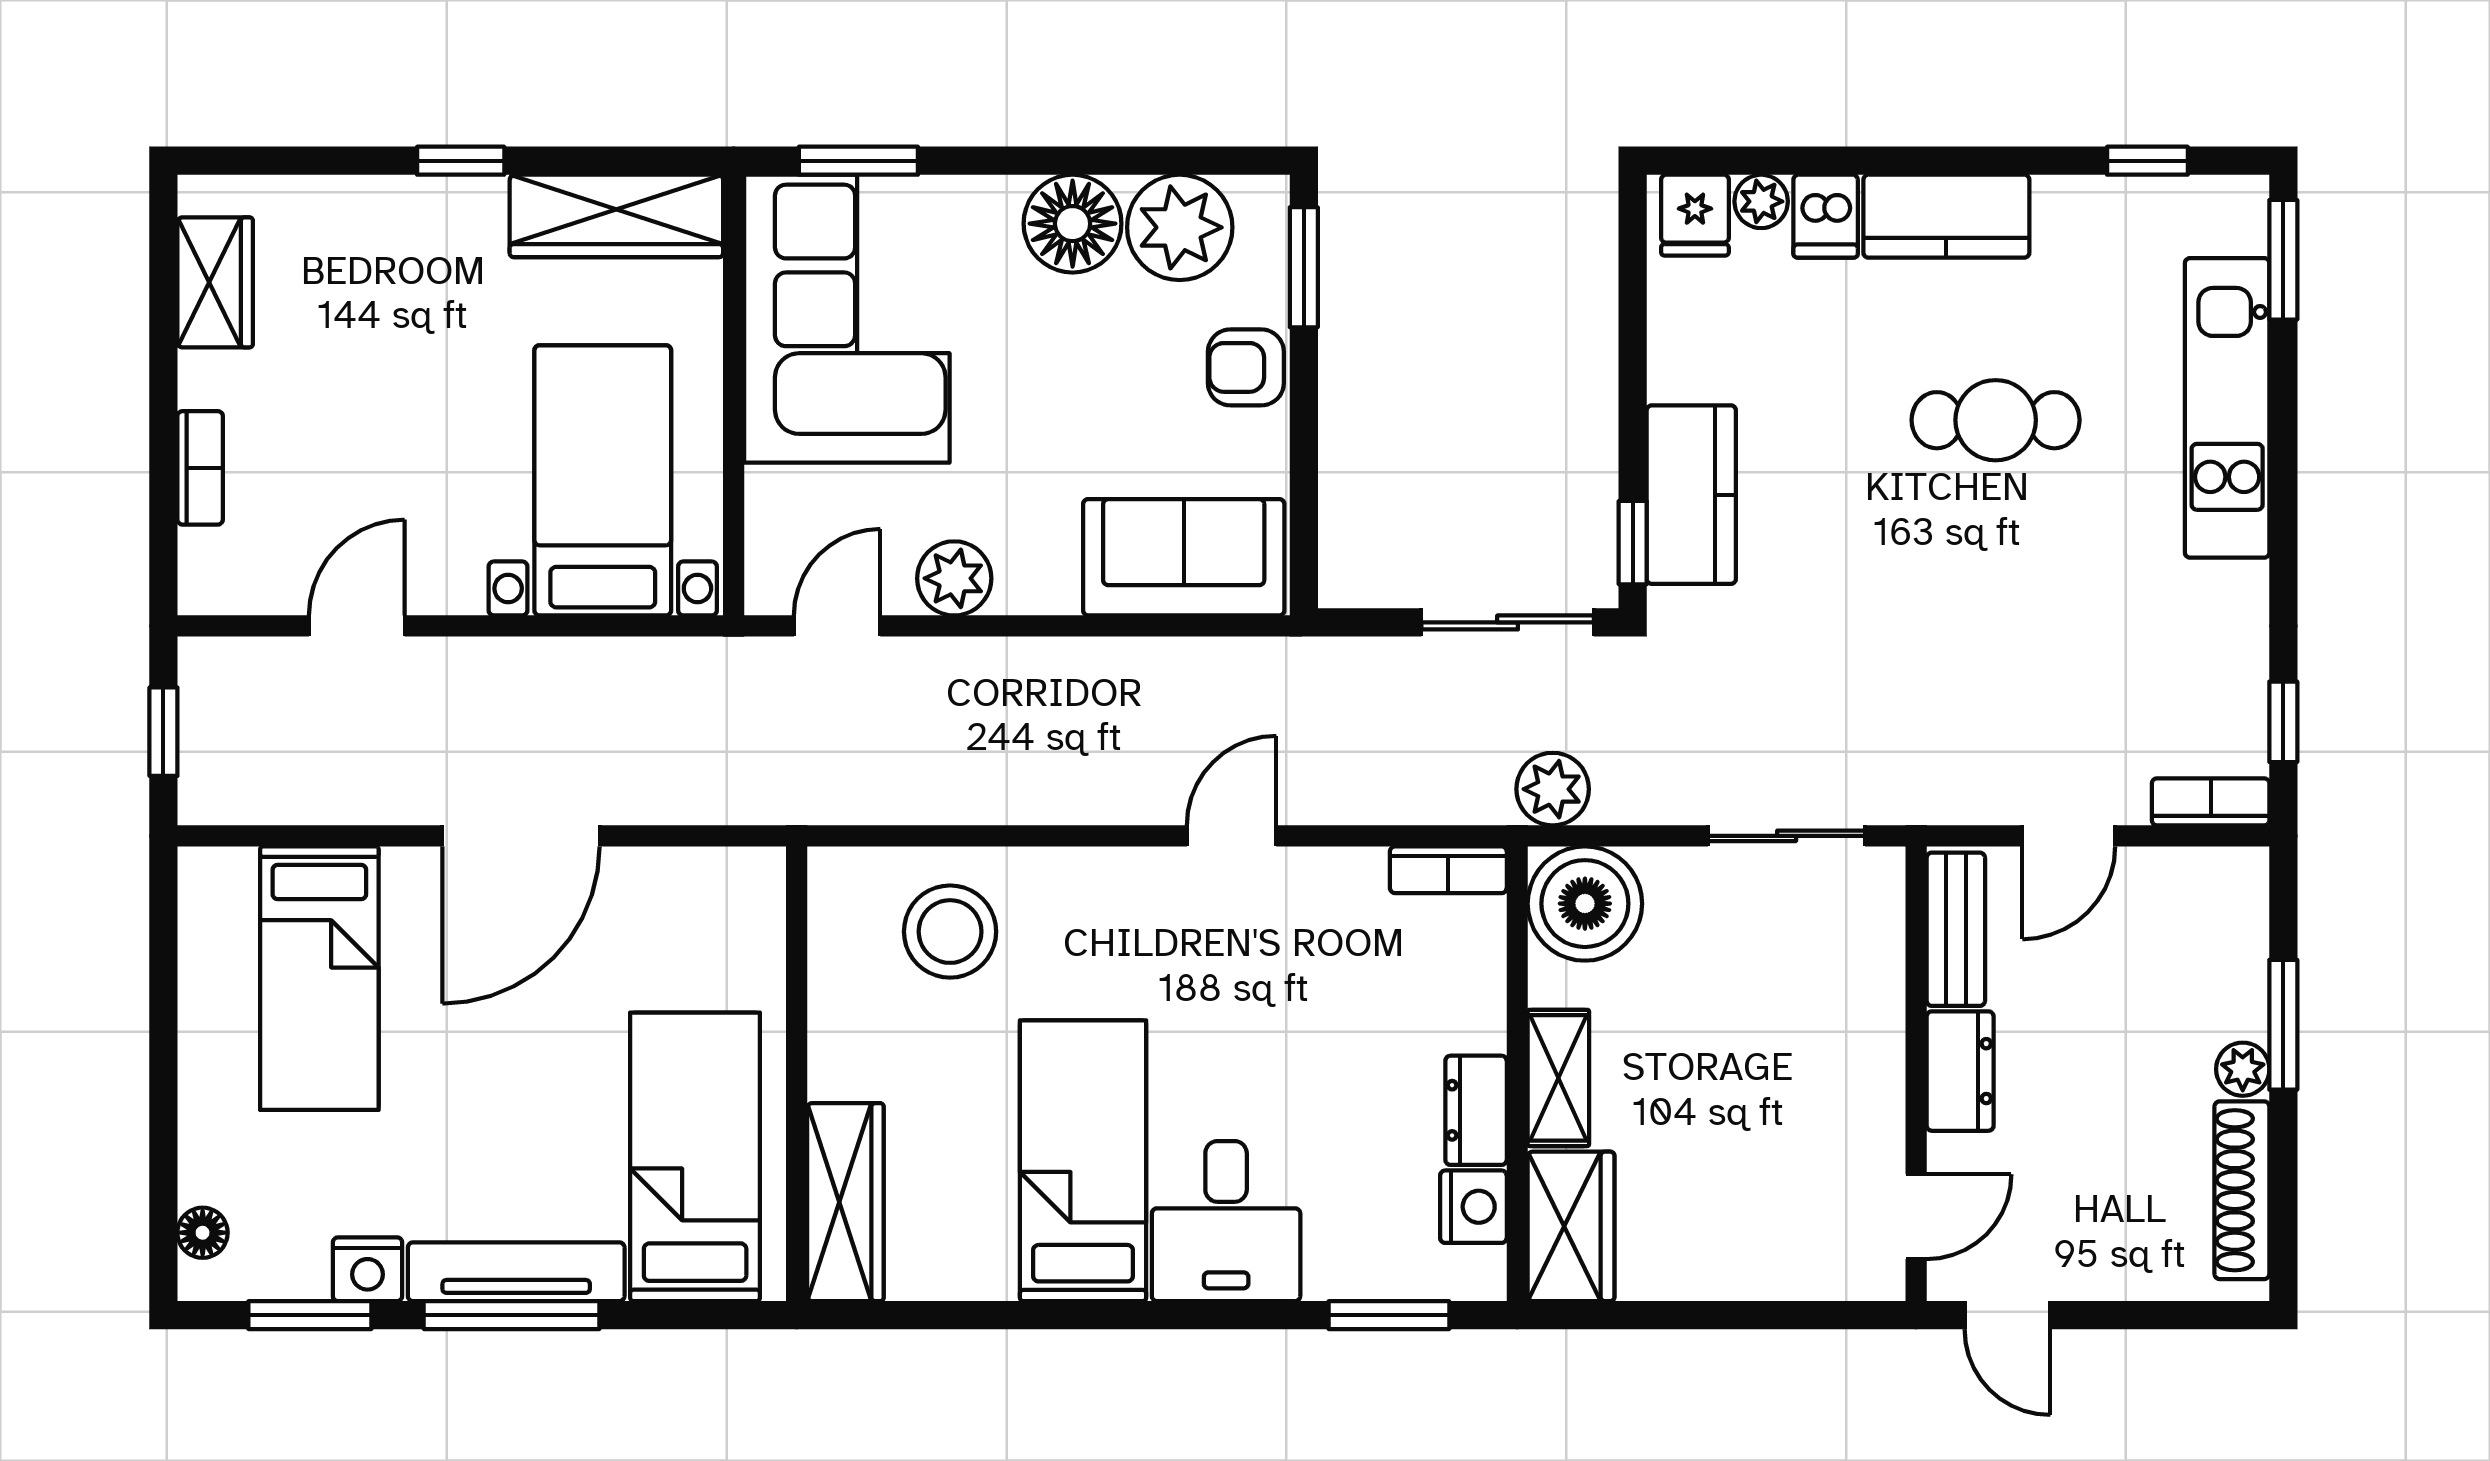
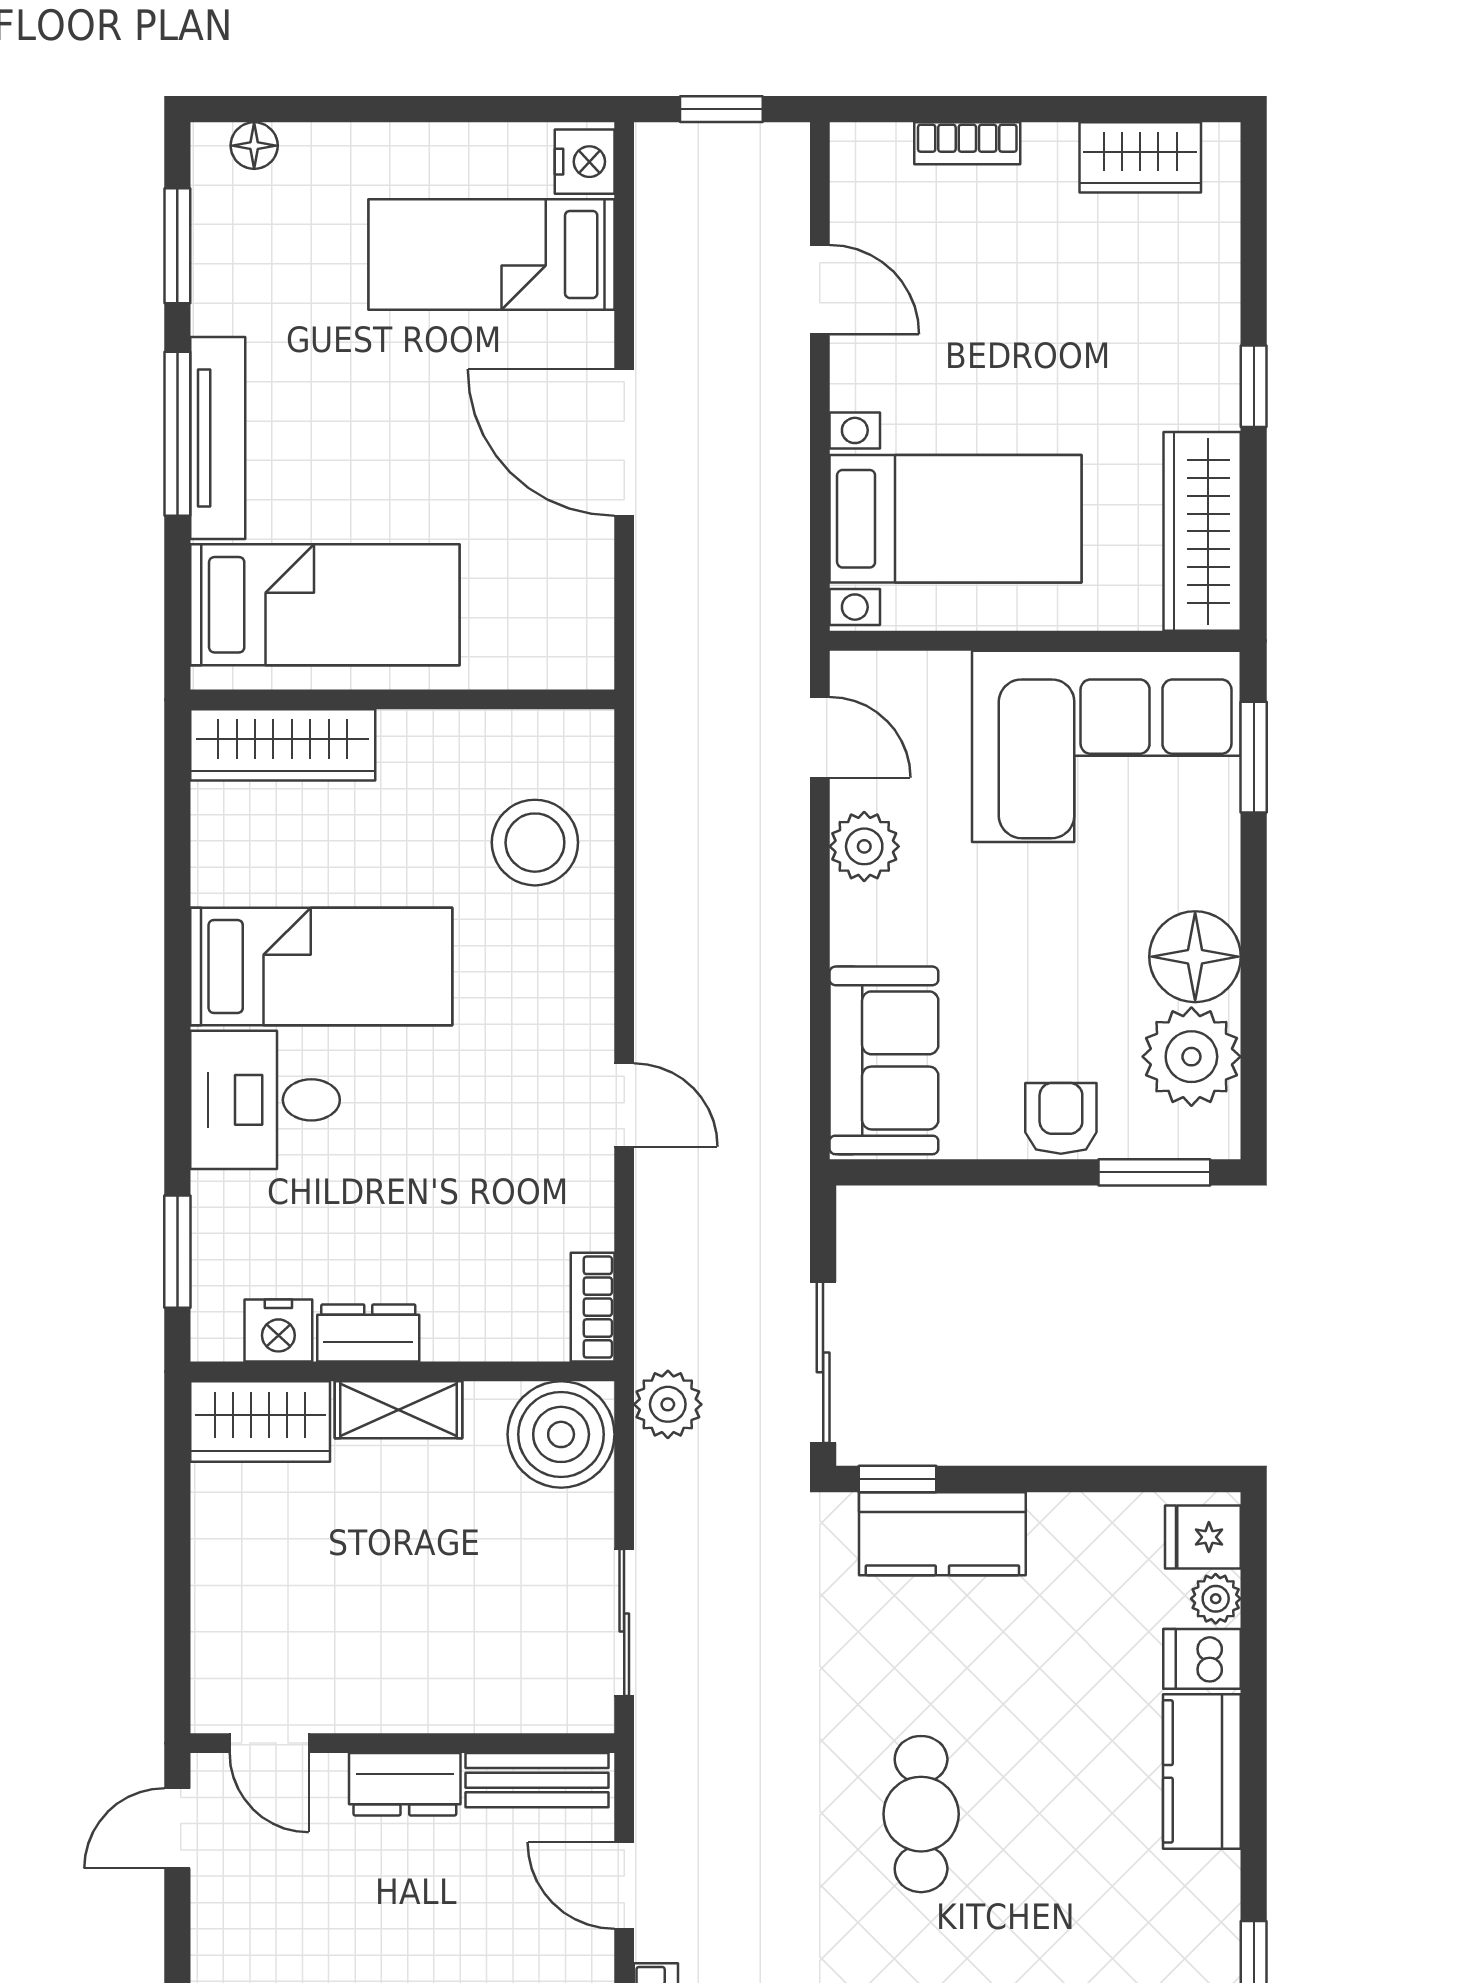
cafe table: (1996, 420) -> (921, 1814), moved
nightstand: (368, 1269) -> (585, 162), moved, turned 180

